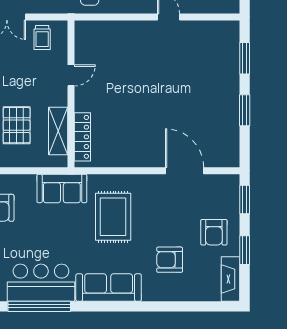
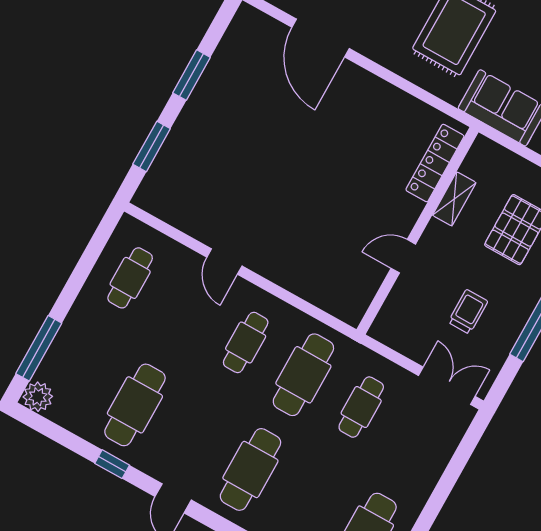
trolley: (42, 38) -> (468, 312), moved
shelving: (58, 131) -> (454, 199), width x0.67, depth x0.75

